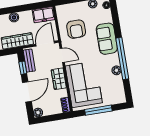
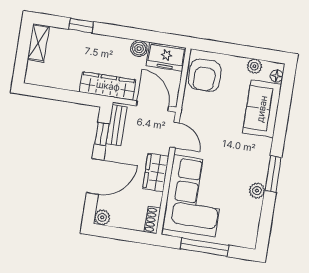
boiler: (14, 17) -> (139, 49), moved
armchair: (76, 29) -> (205, 75), moved
sofa: (107, 39) -> (262, 109), moved
door: (45, 44) -> (153, 106), hinge flipped
window: (122, 58) -> (273, 174), width x0.47

